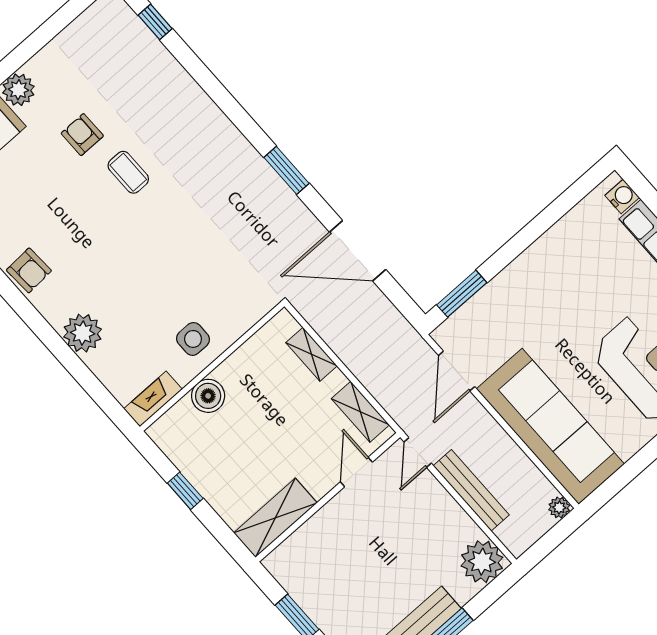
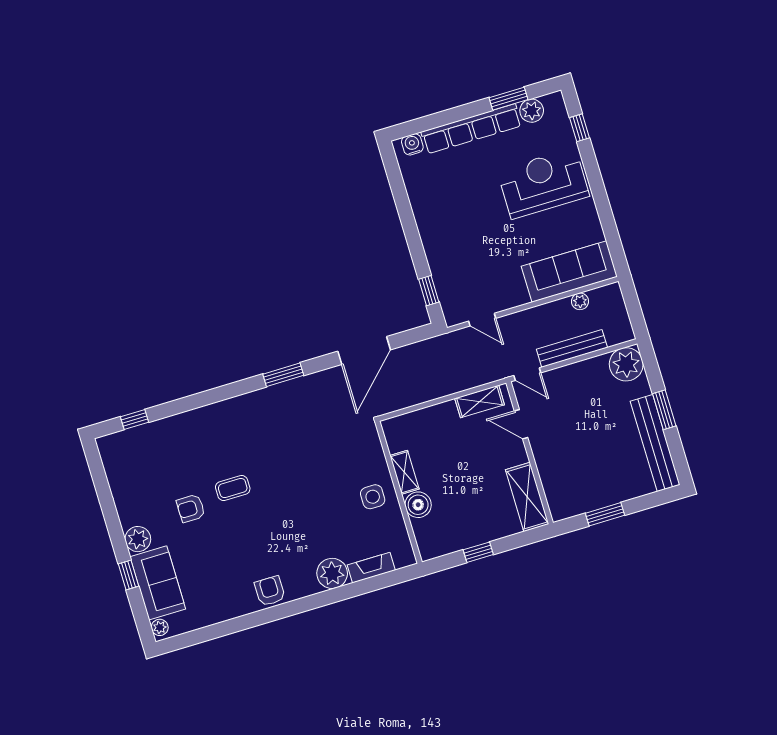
armchair: (29, 270) -> (270, 591), turned -87
window: (462, 294) -> (429, 291), width x0.67
shelving: (312, 354) -> (404, 472), moved, turned 90
door: (457, 371) -> (482, 320), width x0.73
fireplace: (153, 399) -> (371, 568), moved, turned 90
sofa: (550, 426) -> (569, 271), width x0.74, depth x0.79
plant: (559, 507) -> (580, 301), moved

